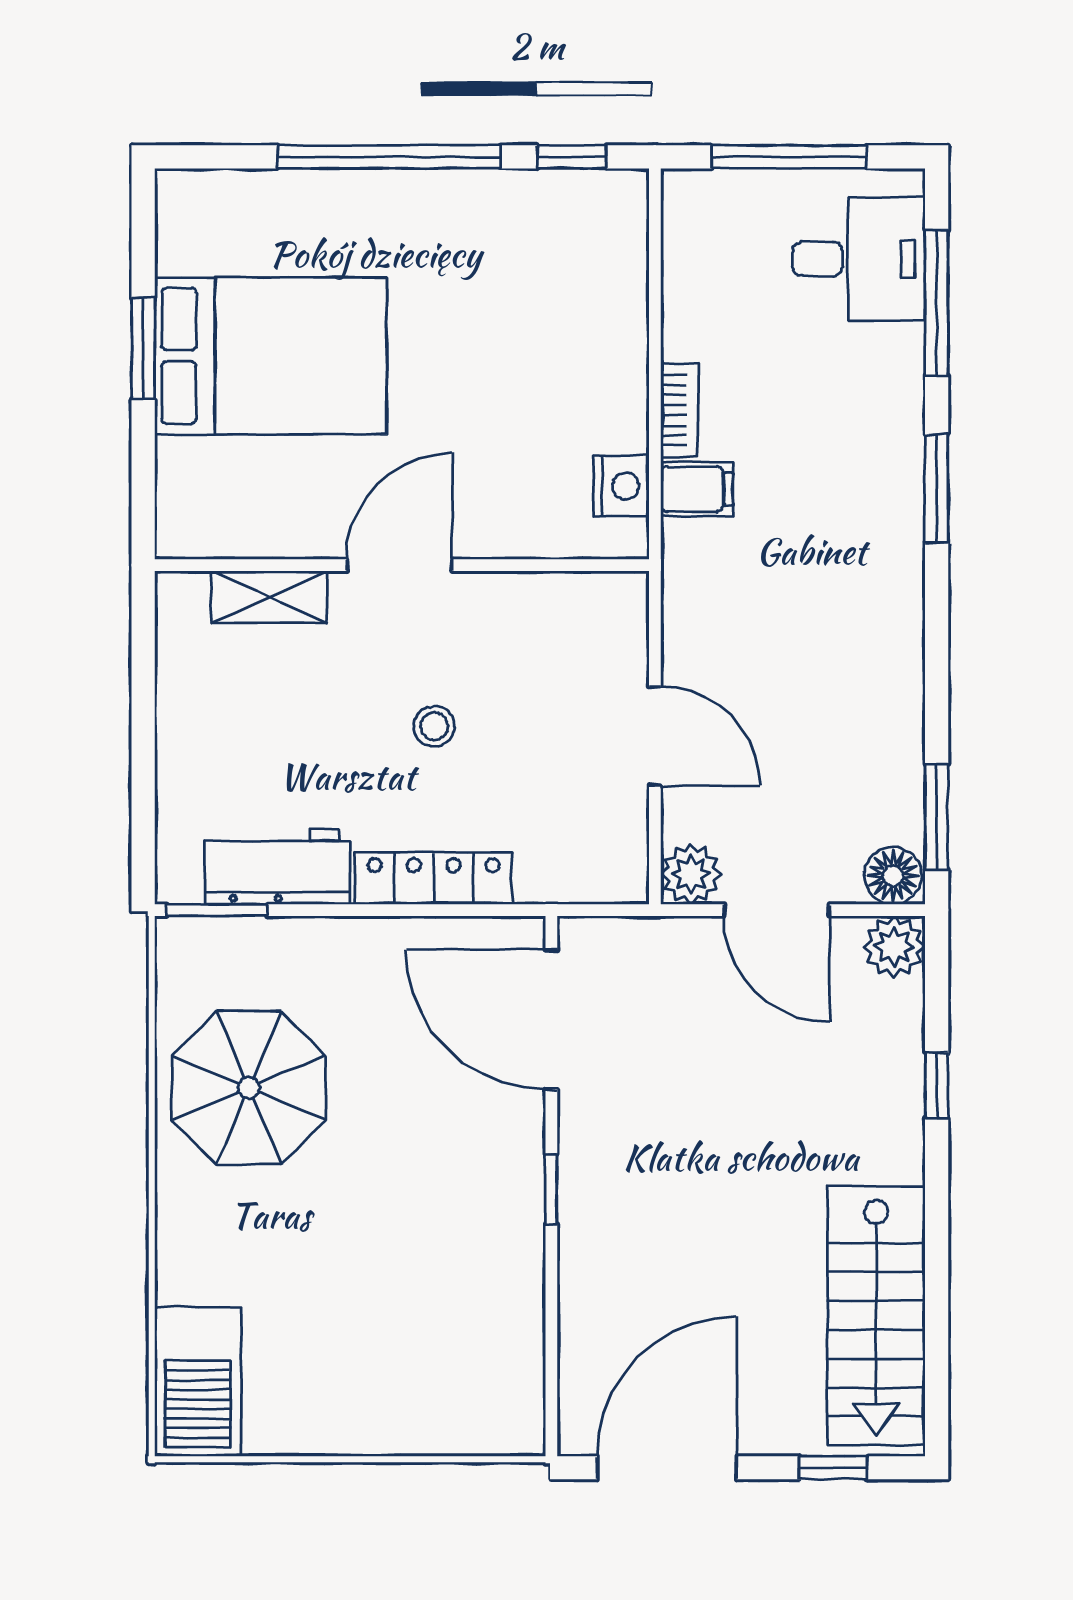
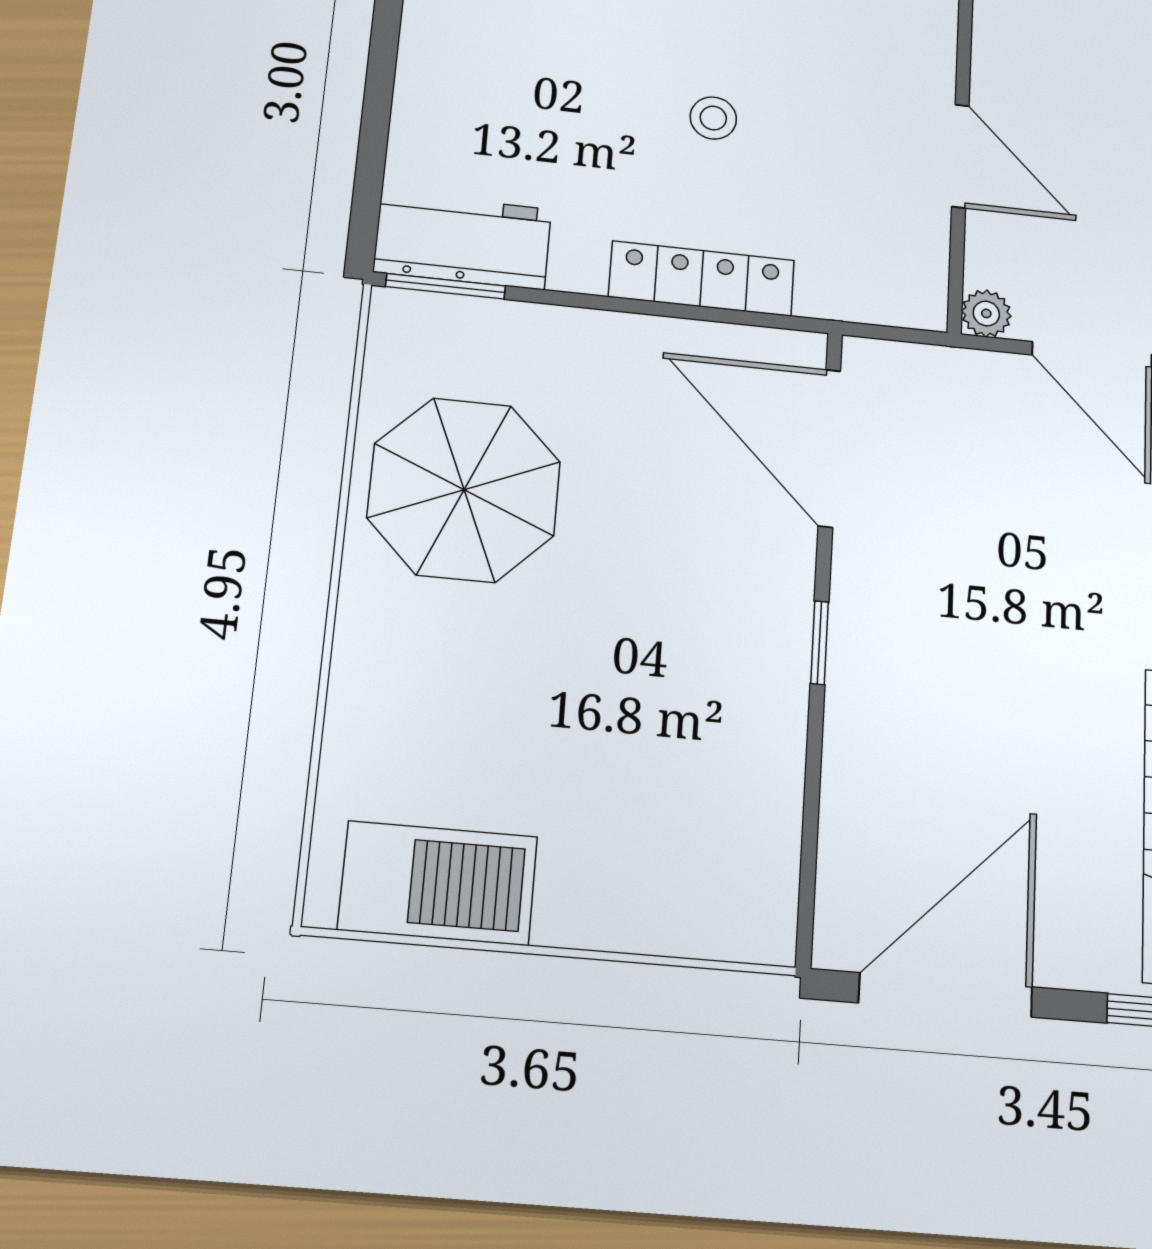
workbench: (278, 867) -> (463, 240), moved
plant: (691, 874) -> (986, 313), width x0.73, depth x0.73
barbecue: (198, 1381) -> (438, 883), moved, turned -90

